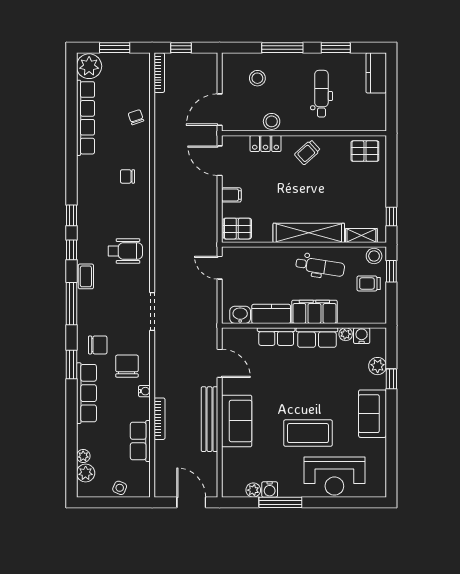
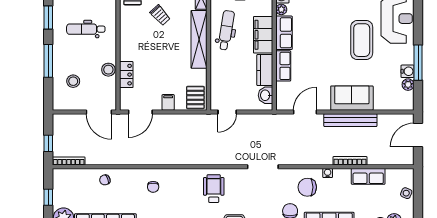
window: (115, 48) -> (48, 197), width x0.67
trolley: (307, 152) -> (160, 15), moved

